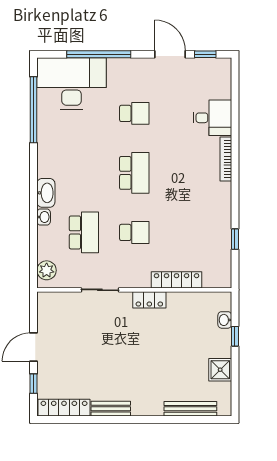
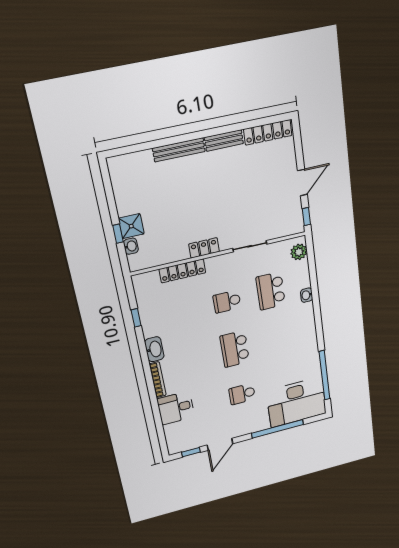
door: (170, 54) -> (220, 444), hinge flipped
washbasin: (46, 193) -> (154, 349), moved, turned 180
shower: (220, 370) -> (131, 226), moved
window: (34, 384) -> (306, 217), moved
bench: (190, 409) -> (179, 150), moved

